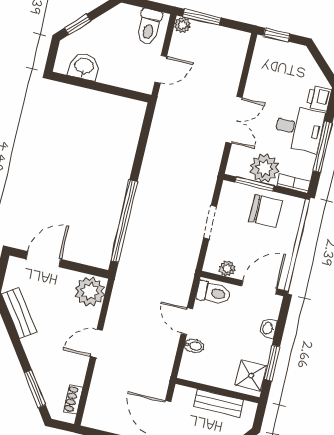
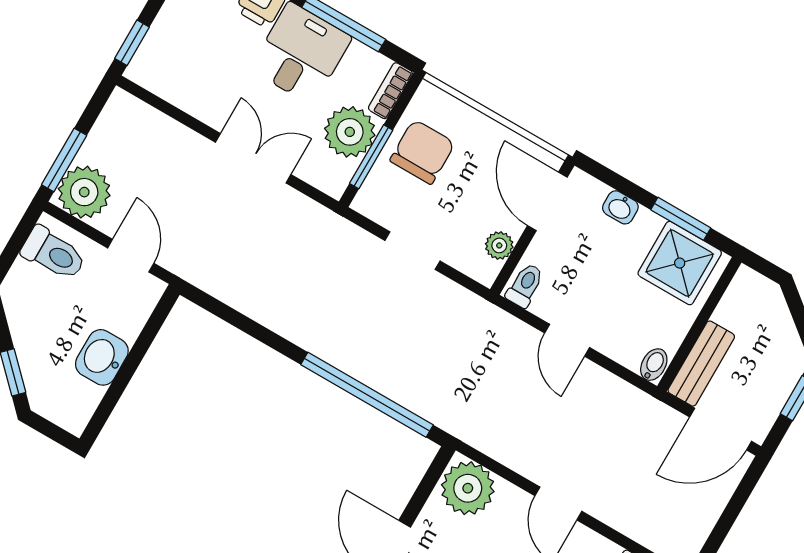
plant: (182, 25) -> (84, 192), width x1.88, depth x1.88
washbasin: (84, 67) -> (102, 357), moved
toilet: (214, 293) -> (525, 285), width x0.73, depth x0.72
door: (187, 321) -> (567, 340), hinge flipped
bidet: (194, 346) -> (654, 365), moved
shower: (251, 375) -> (680, 263), width x1.36, depth x1.36
bench: (219, 403) -> (701, 364), moved

